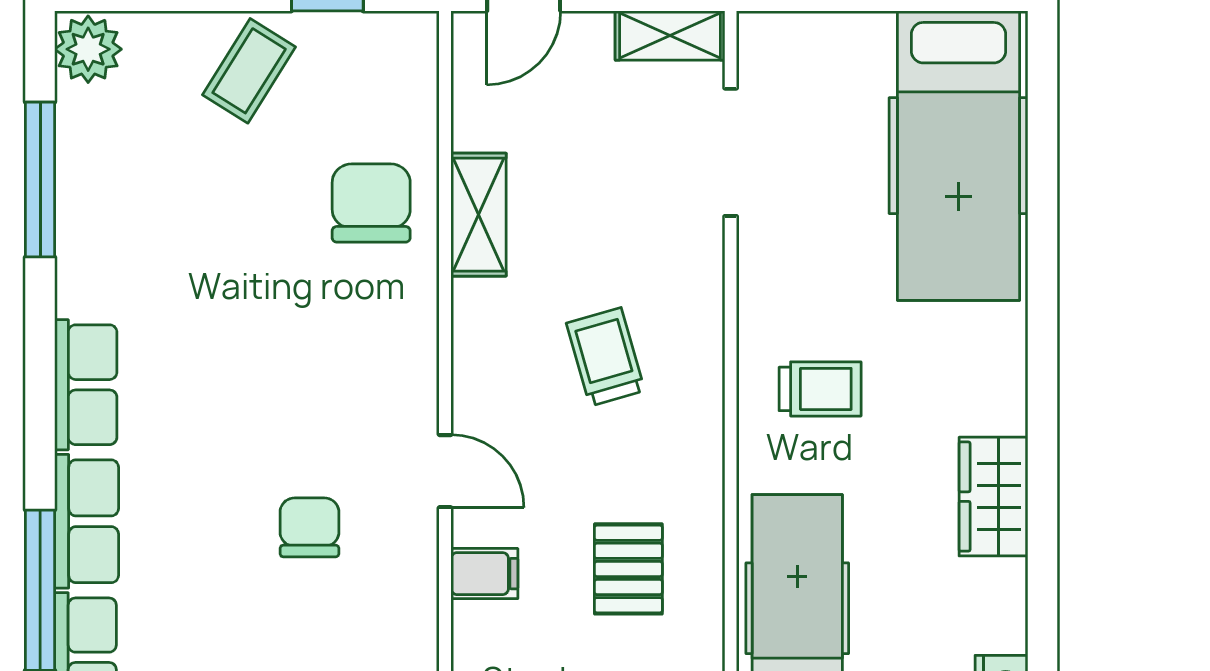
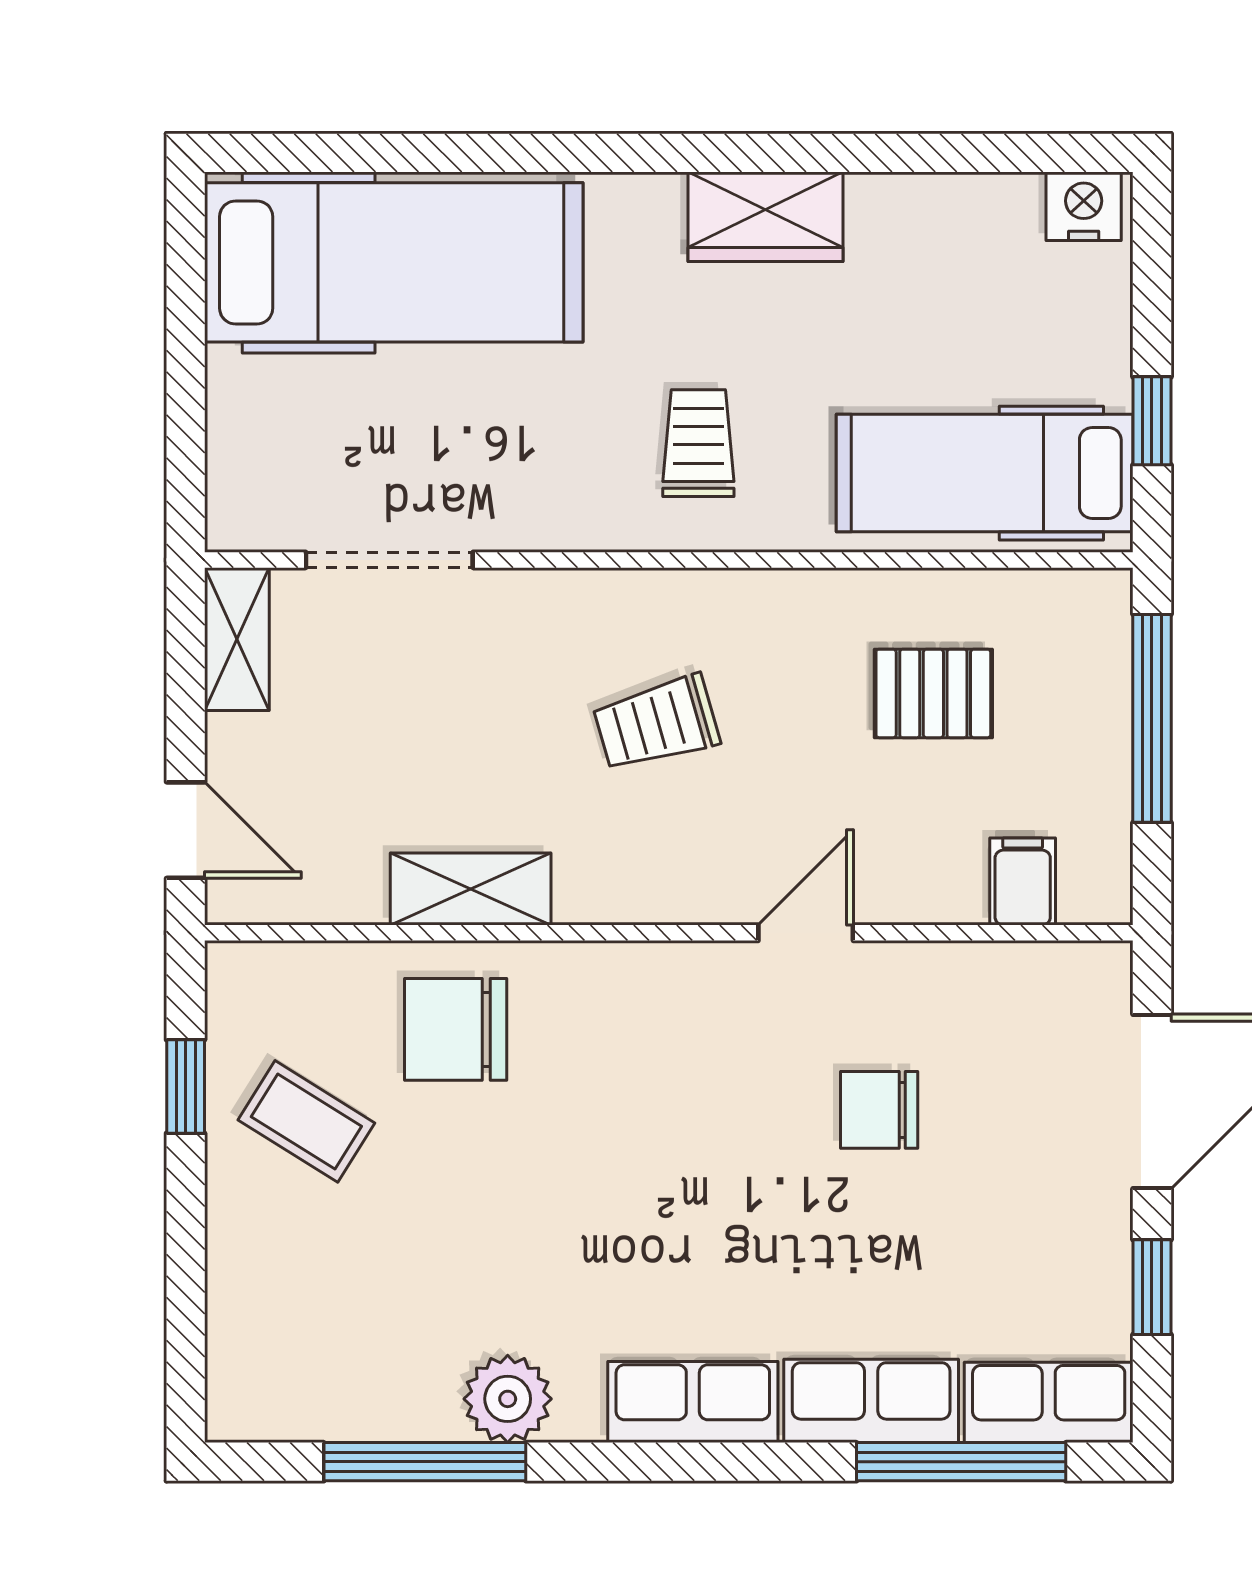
plant: (88, 49) -> (508, 1399), moved
coffee table: (249, 71) -> (306, 1121), moved
wardrobe: (993, 497) -> (765, 217), moved
filing cabinet: (484, 574) -> (1023, 881), moved

